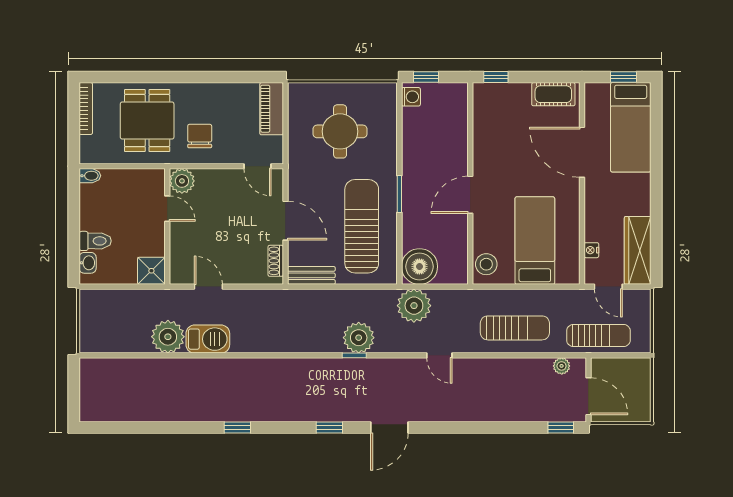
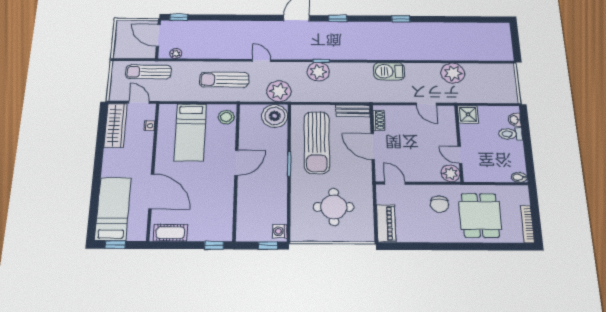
sun lounger: (515, 328) -> (224, 80), moved
barbecue: (208, 339) -> (389, 71), moved

